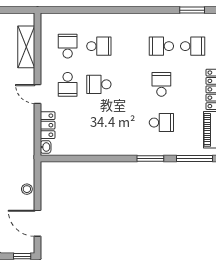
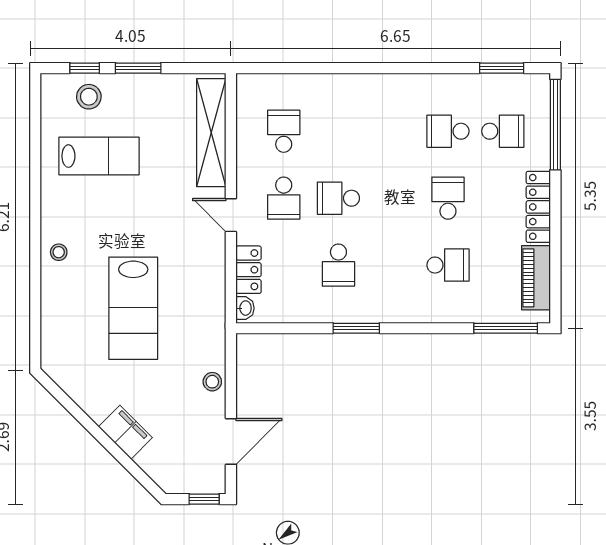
school desk: (99, 46) -> (338, 265), moved, turned 90
shelving: (26, 47) -> (211, 133), width x1.47
window: (150, 159) -> (356, 328), moved
door: (38, 223) -> (231, 442), swing flipped

